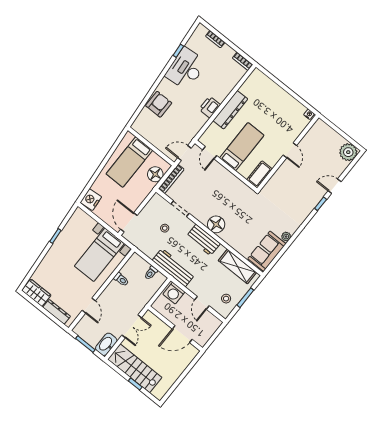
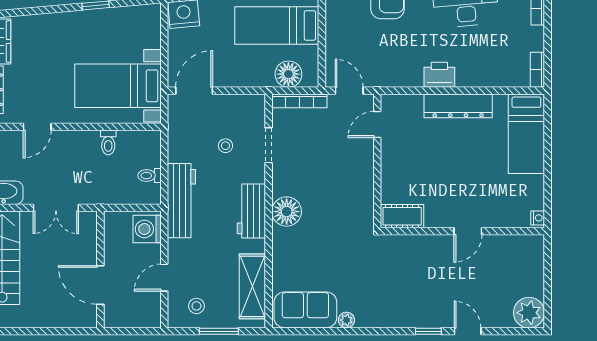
bed: (242, 147) -> (526, 134), moved, turned 90

